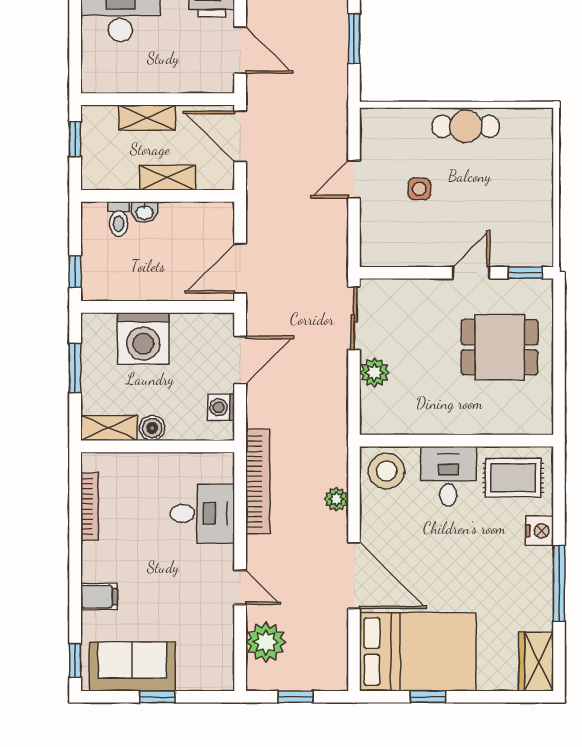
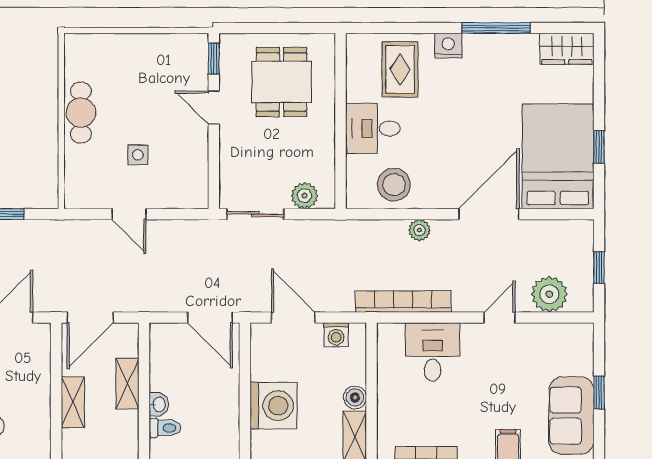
wall: (457, 441) -> (340, 121), moved
desk: (448, 476) -> (373, 128), moved

